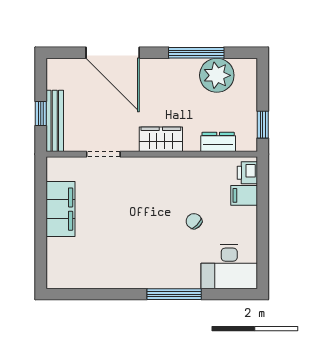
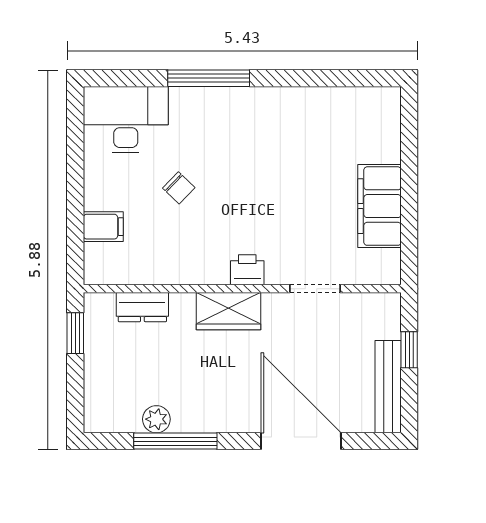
plant: (217, 75) -> (156, 419), width x0.53, depth x0.53
bench: (55, 121) -> (388, 387), moved
printer: (247, 173) -> (247, 270), moved, turned -90

